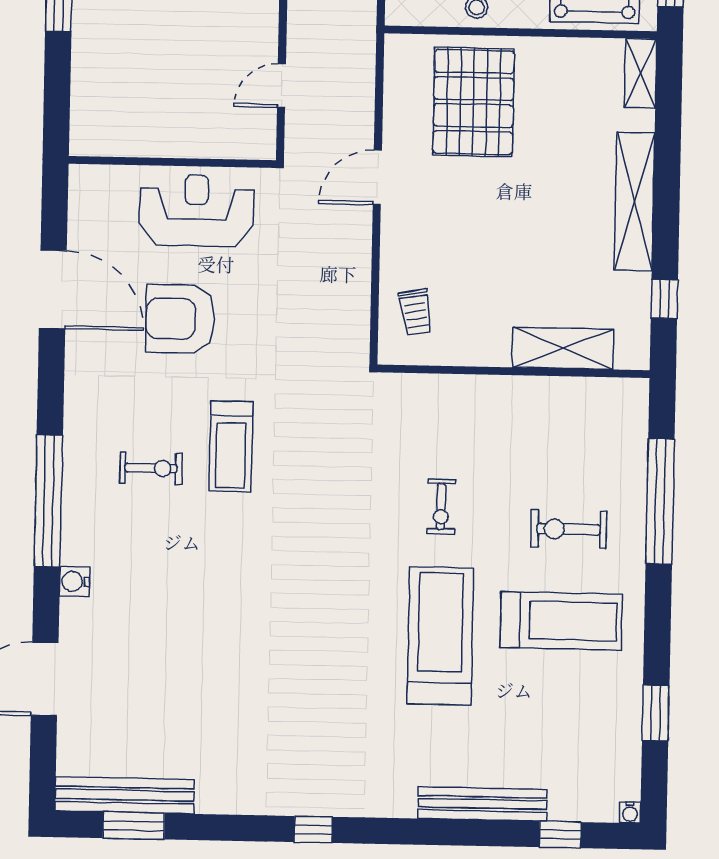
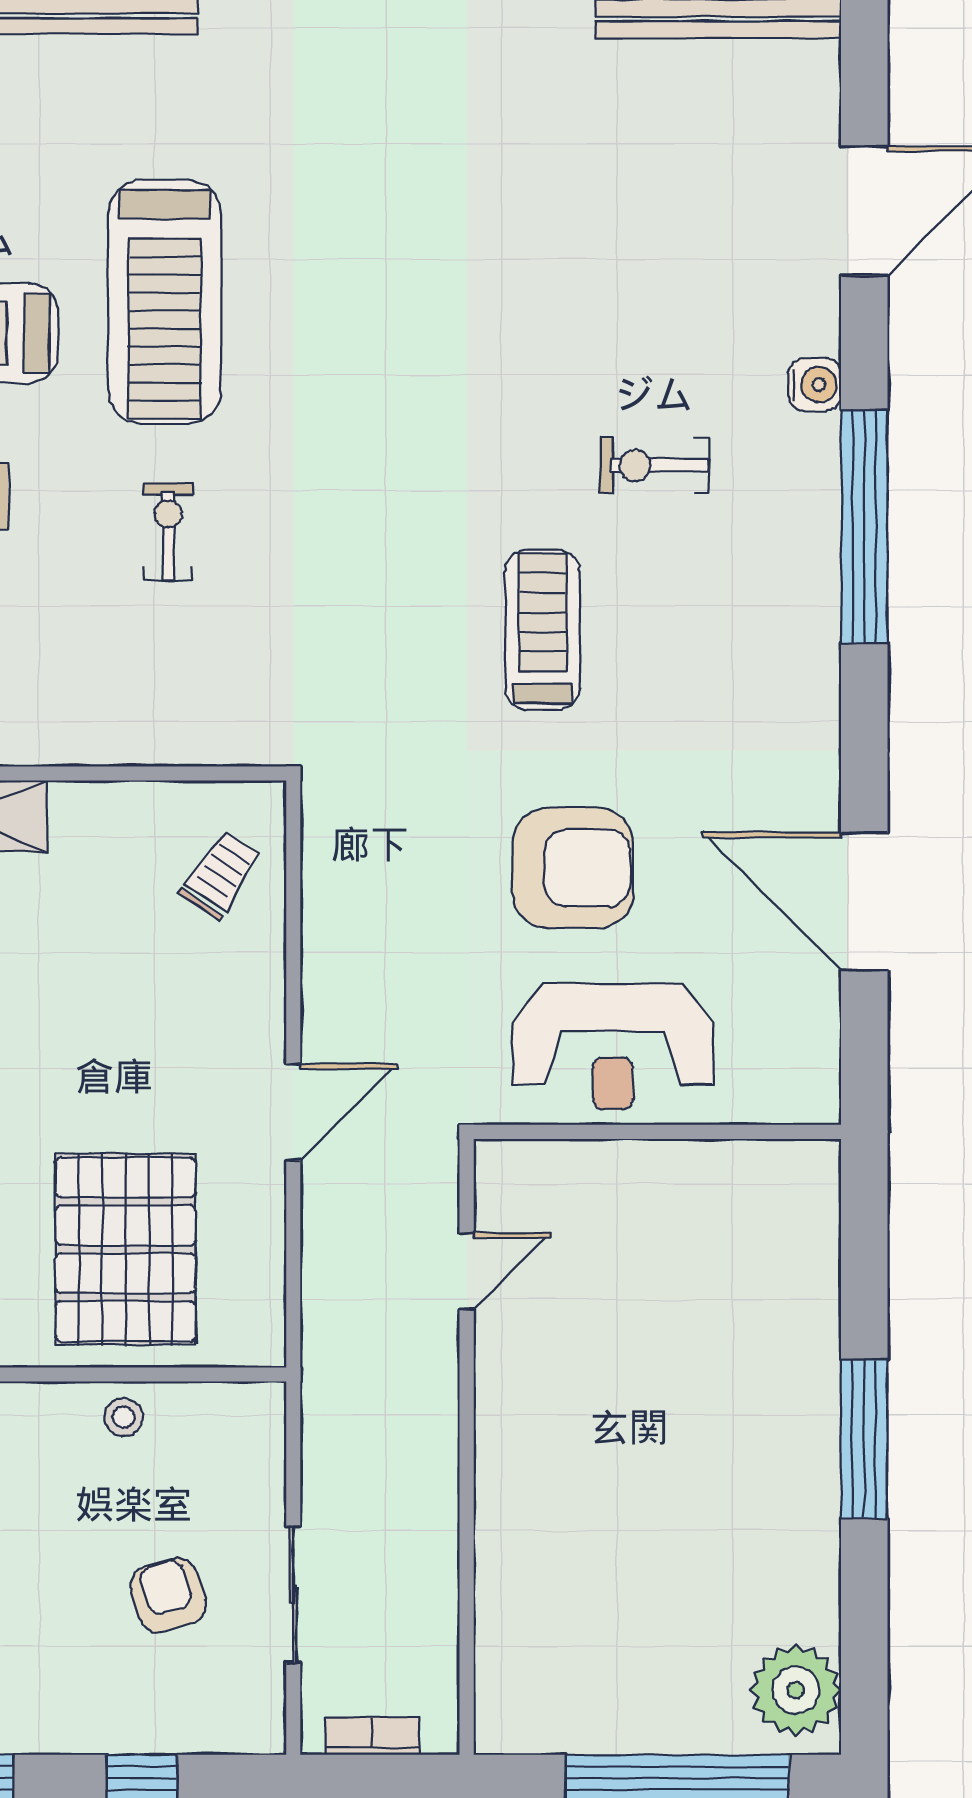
trolley: (416, 312) -> (220, 875), turned 44
armchair: (180, 319) -> (573, 868), moved
exercise bike: (151, 468) -> (655, 466), moved

